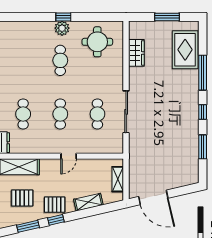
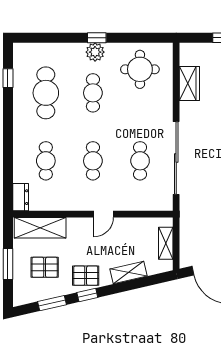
cafe table: (23, 60) -> (46, 93), added
sliding door: (126, 112) -> (176, 158), width x1.36

